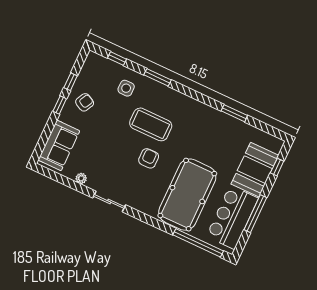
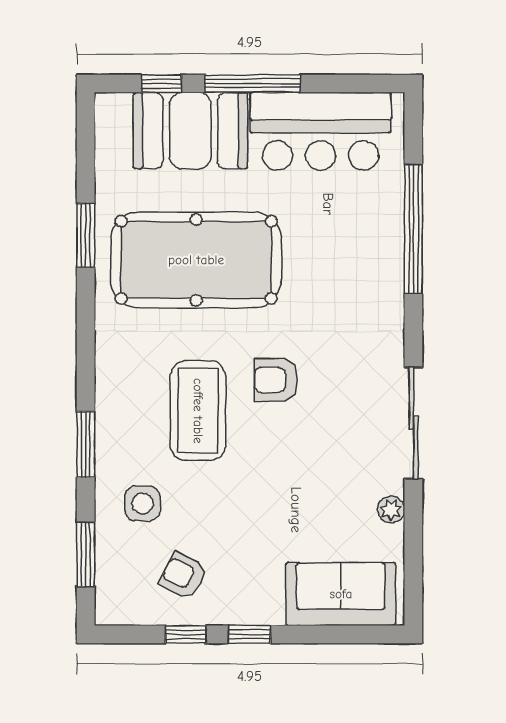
window: (117, 59) -> (86, 555), width x1.50
armchair: (85, 102) -> (183, 575), moved
pool table: (187, 195) -> (196, 260), moved
sliding door: (109, 201) -> (413, 423), width x1.37
window: (255, 214) -> (253, 84), moved
window: (198, 243) -> (413, 229), moved

